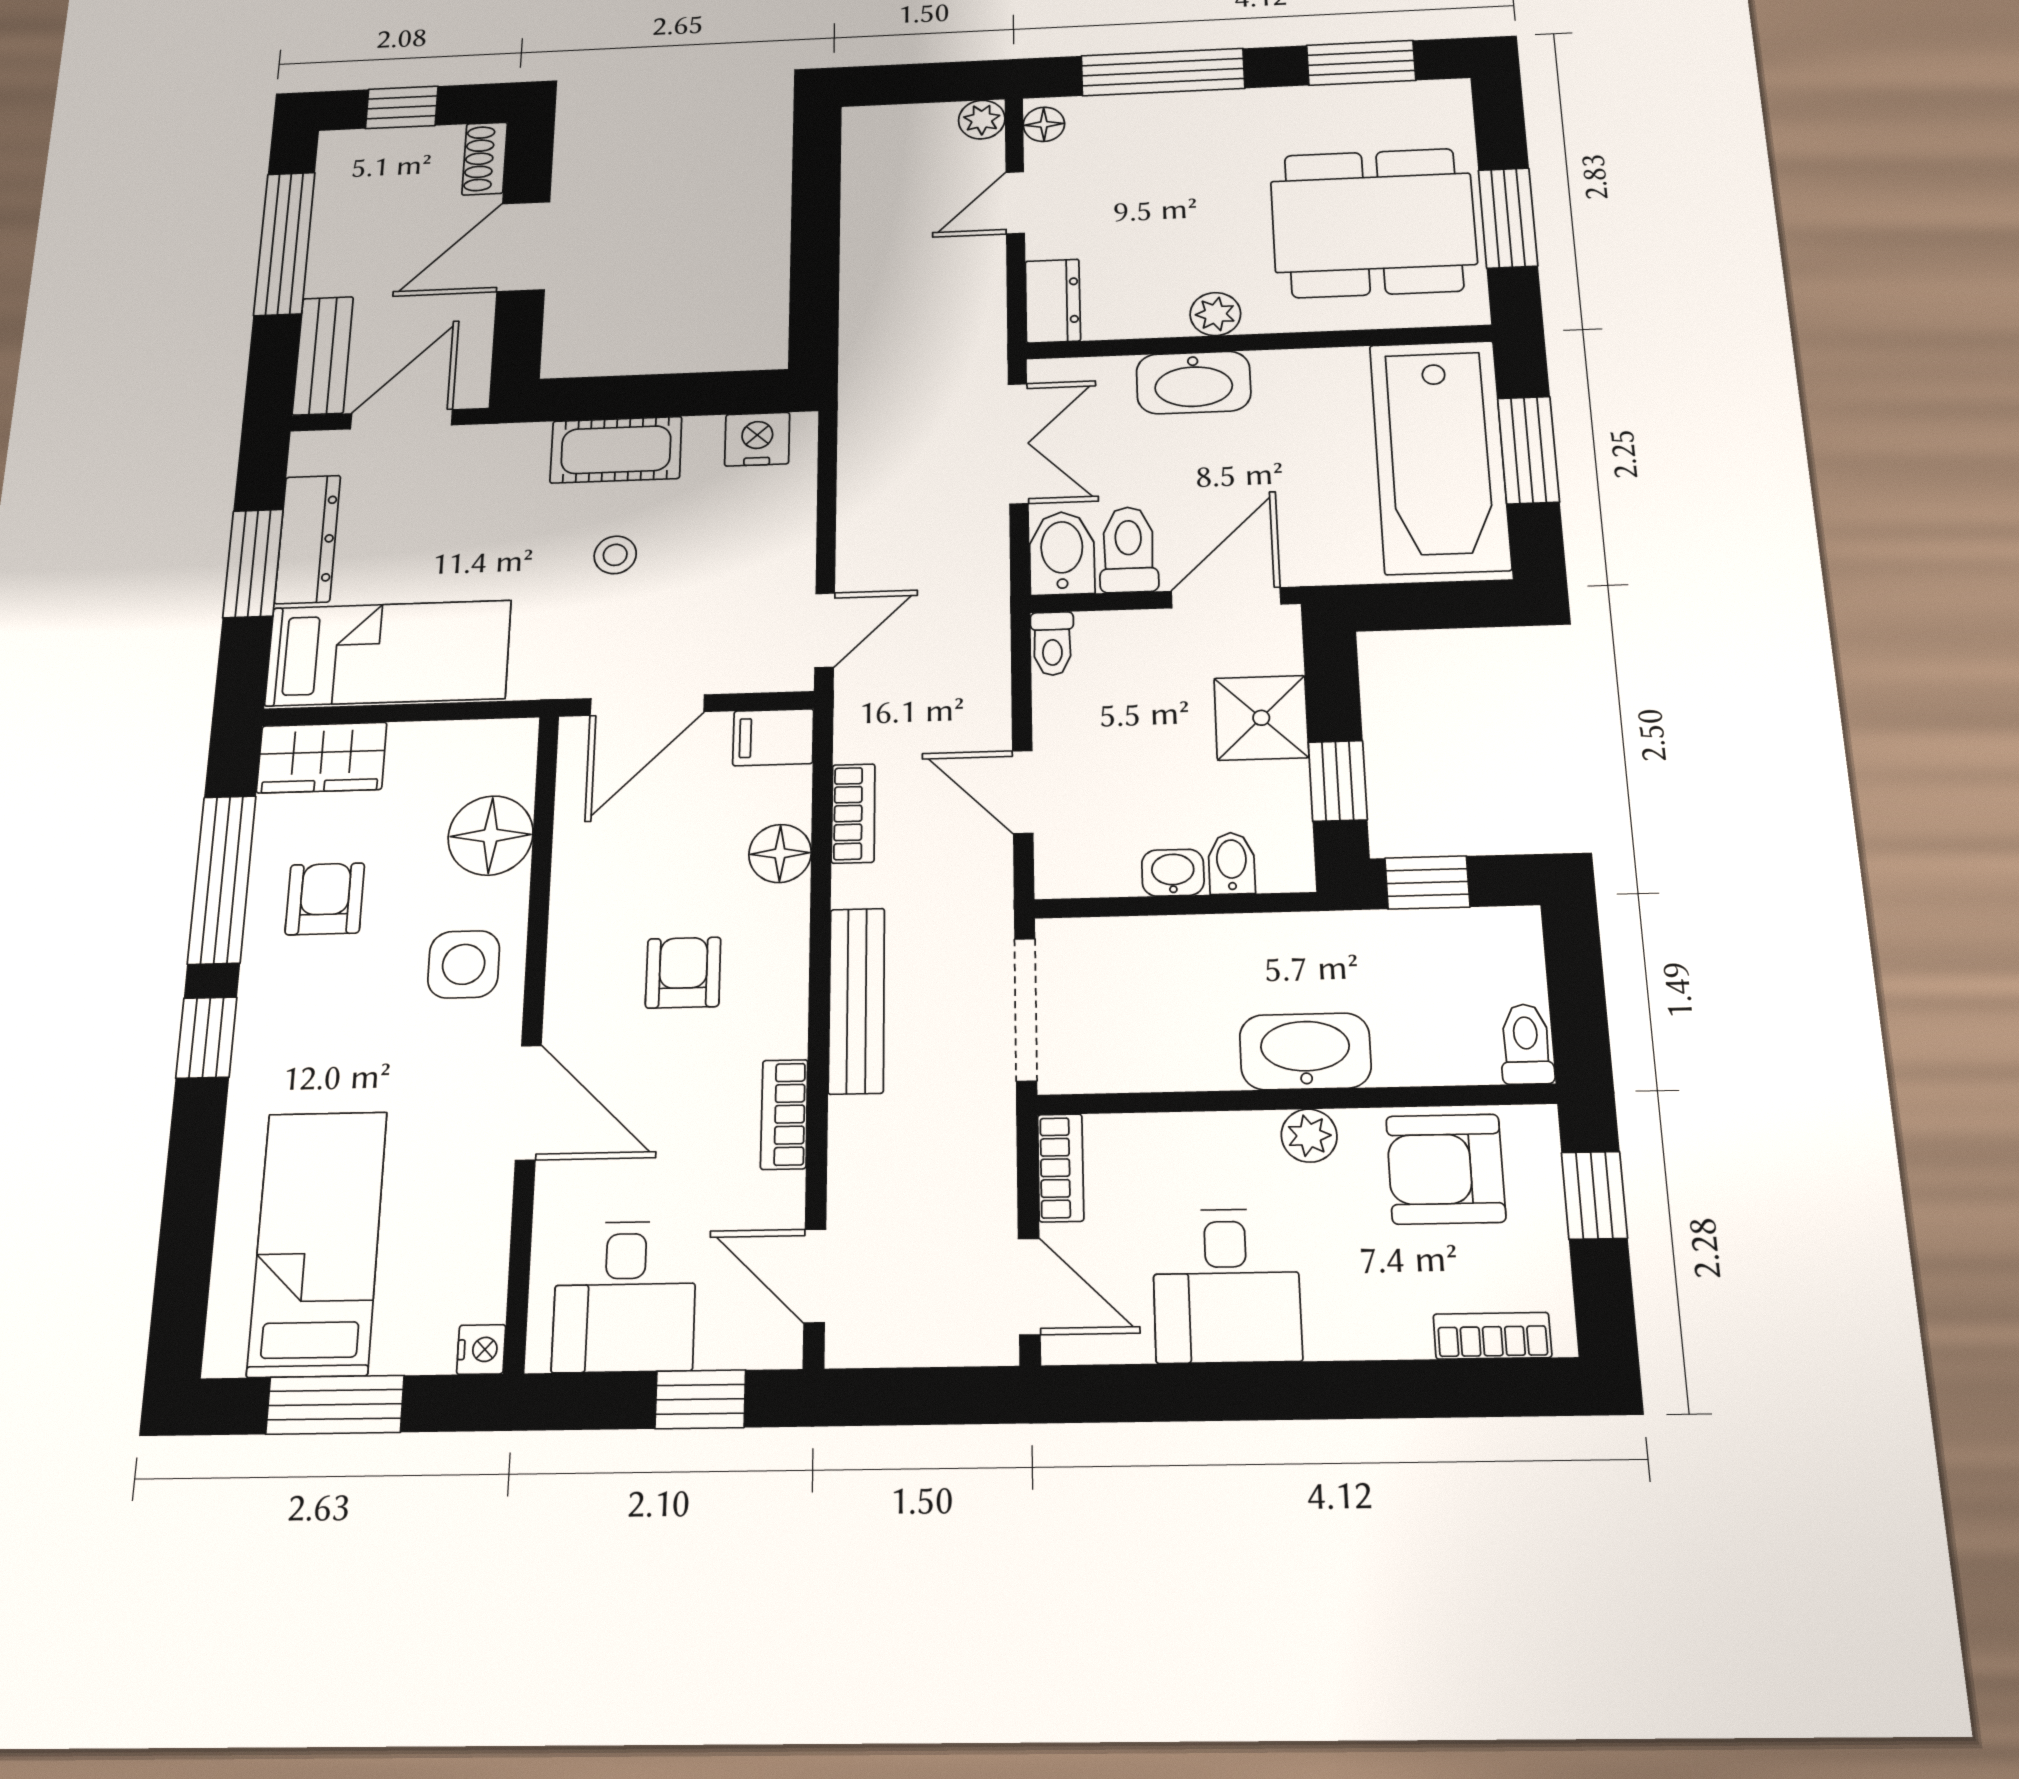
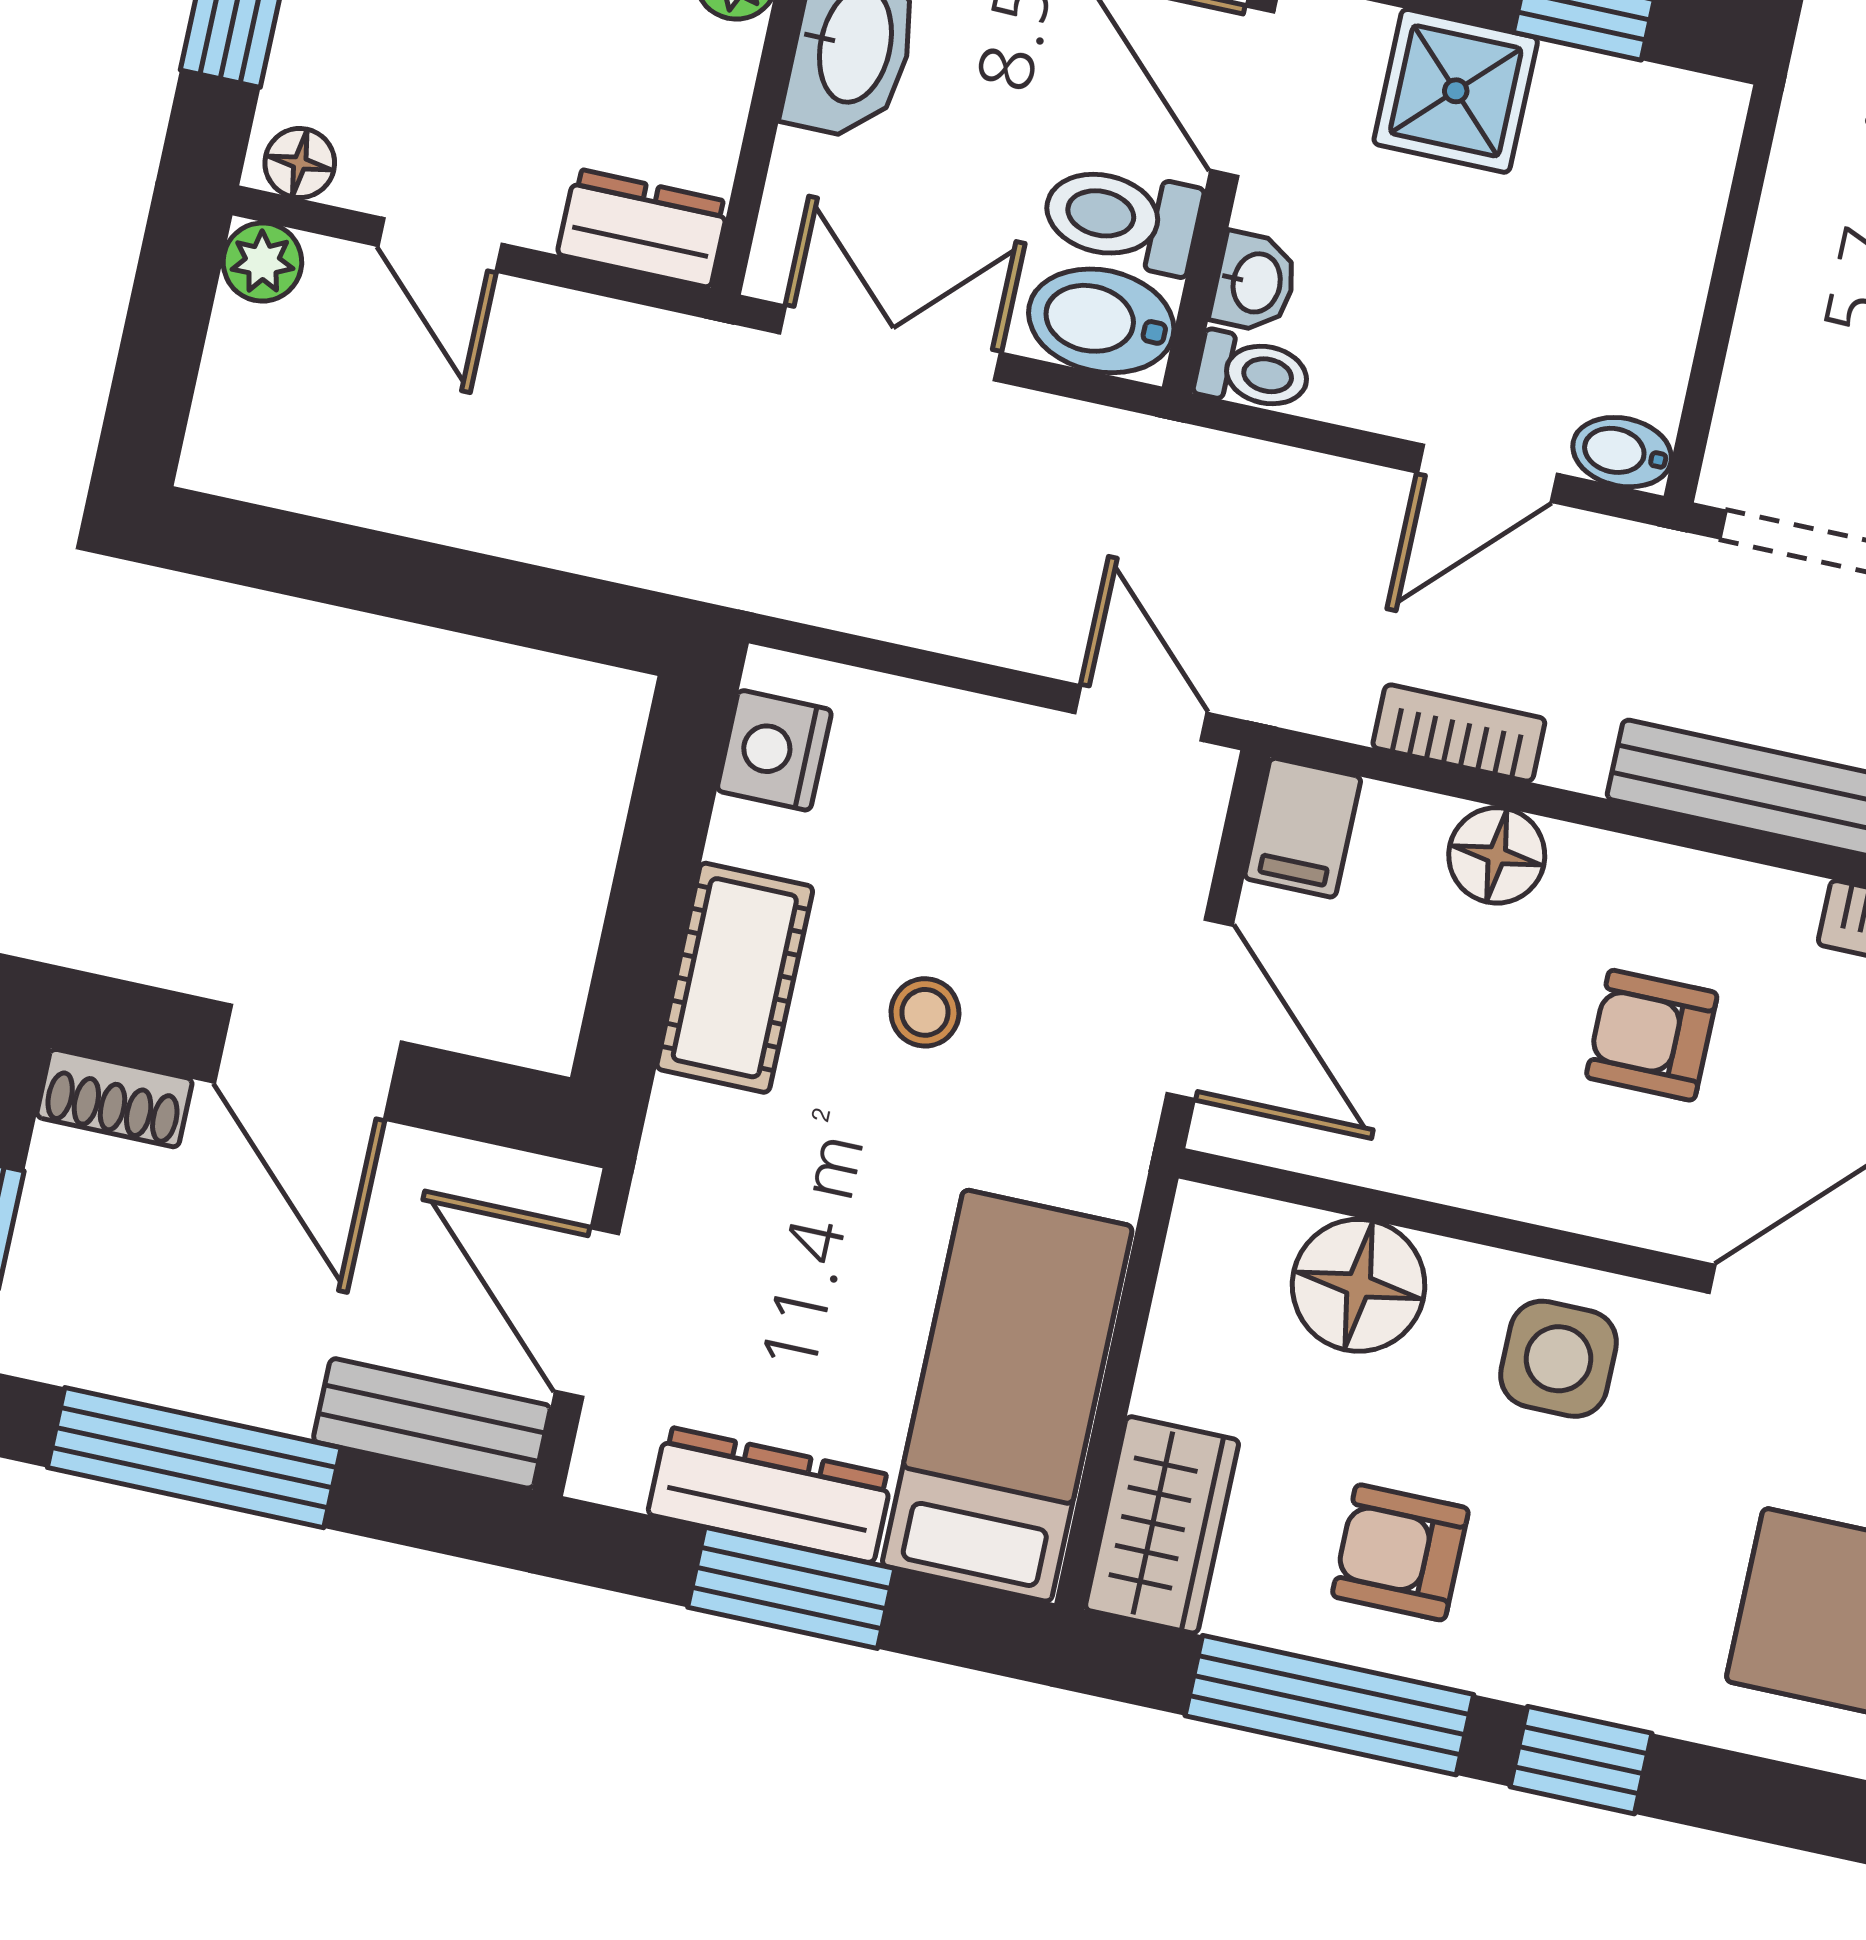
bidet: (1232, 863) -> (1622, 452), moved
washbasin: (1173, 873) -> (1254, 282), moved, turned 180

